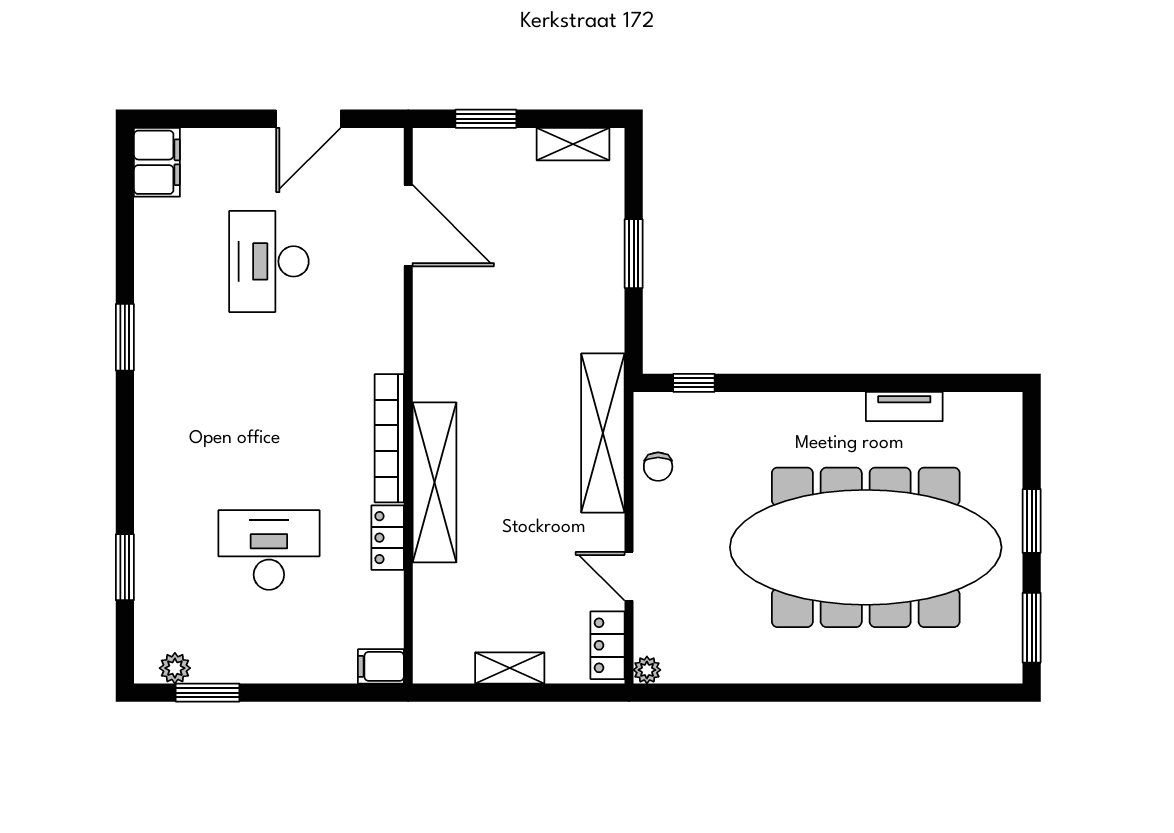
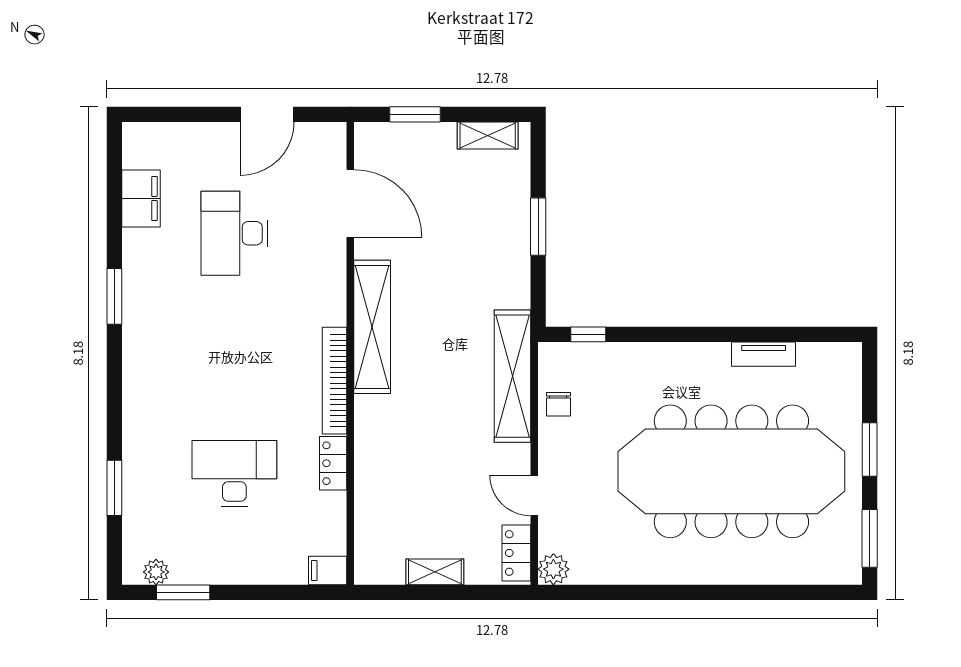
filing cabinet: (157, 162) -> (141, 198), moved
shelving: (434, 482) -> (372, 327), moved
plant: (647, 670) -> (553, 569), width x1.38, depth x1.38

